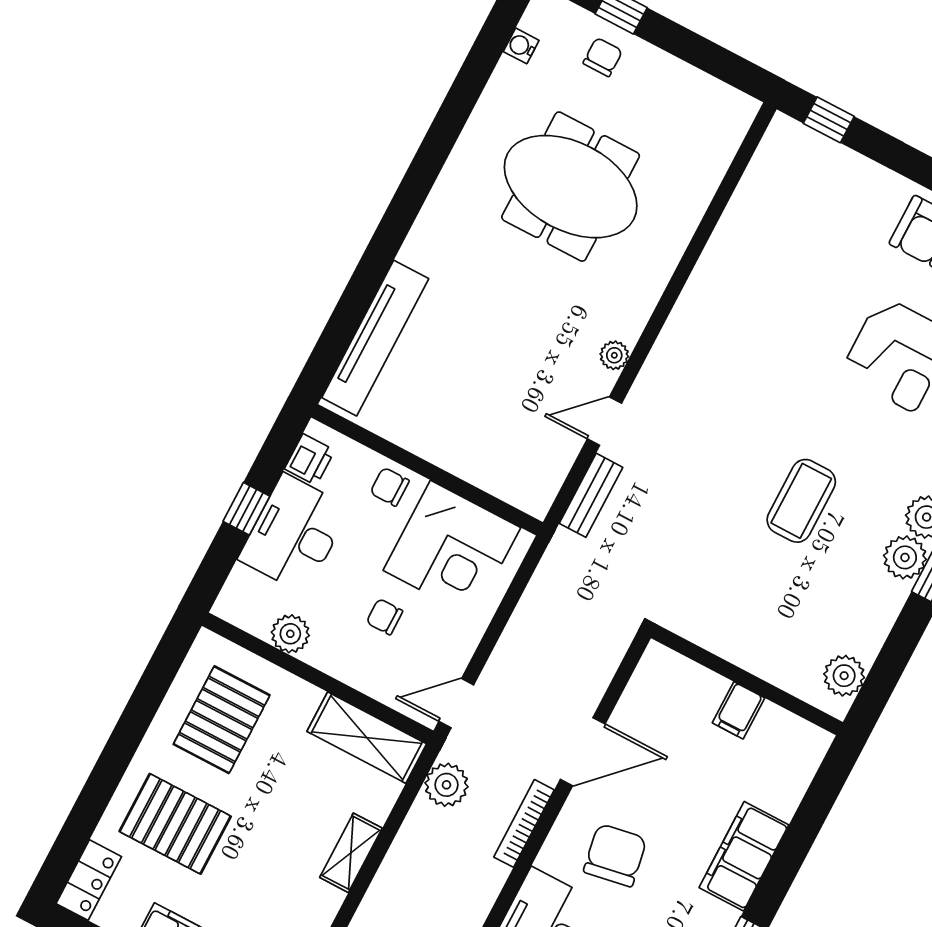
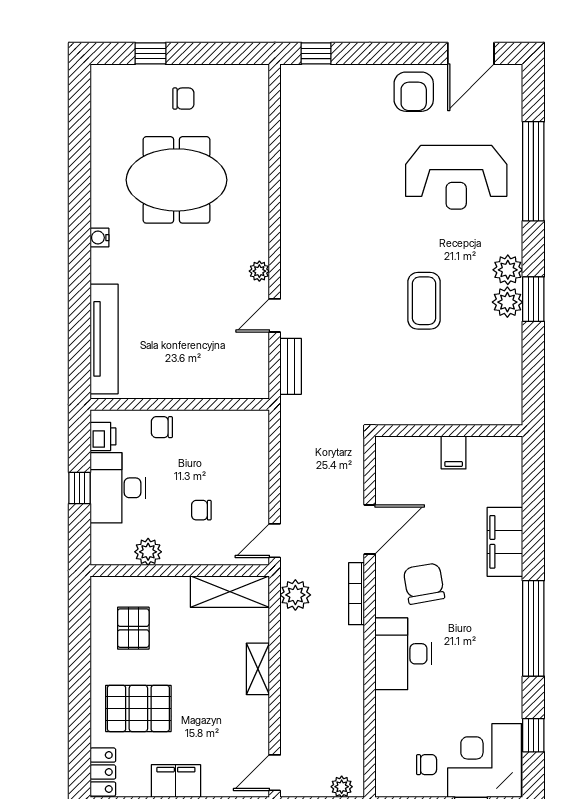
water cooler: (521, 46) -> (99, 238), moved
chair: (603, 57) -> (183, 99), moved, turned 90
corner desk: (452, 549) -> (221, 446), removed
plant: (844, 676) -> (508, 396), removed
pallet: (222, 720) -> (133, 628), width x0.67, depth x0.71

